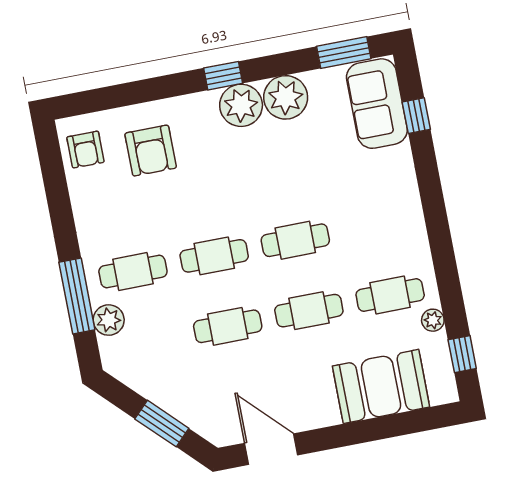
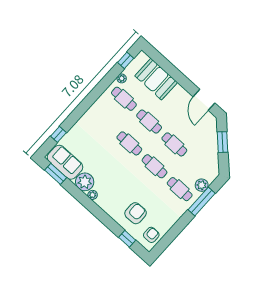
window: (223, 76) -> (127, 239), moved
sofa: (377, 104) -> (65, 162), moved, turned -90
plant: (241, 105) -> (93, 195), width x0.53, depth x0.53

